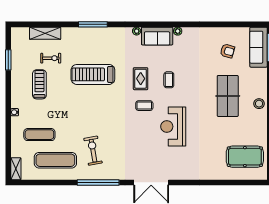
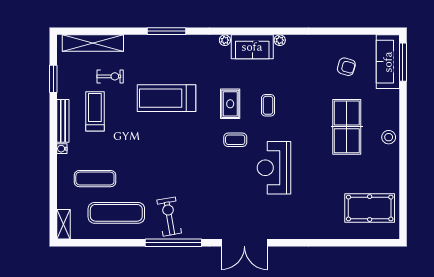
shelving: (45, 33) -> (93, 43), width x1.47
bench: (15, 92) -> (63, 121), added
exercise bike: (93, 151) -> (169, 217), moved

